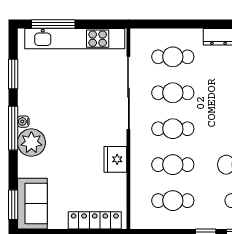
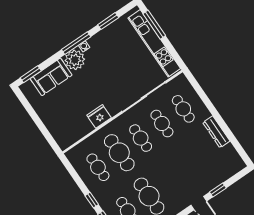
cafe table: (173, 165) -> (119, 153), width x1.37, depth x1.35
sofa: (32, 204) -> (51, 77), moved
locker: (95, 220) -> (55, 129), removed

